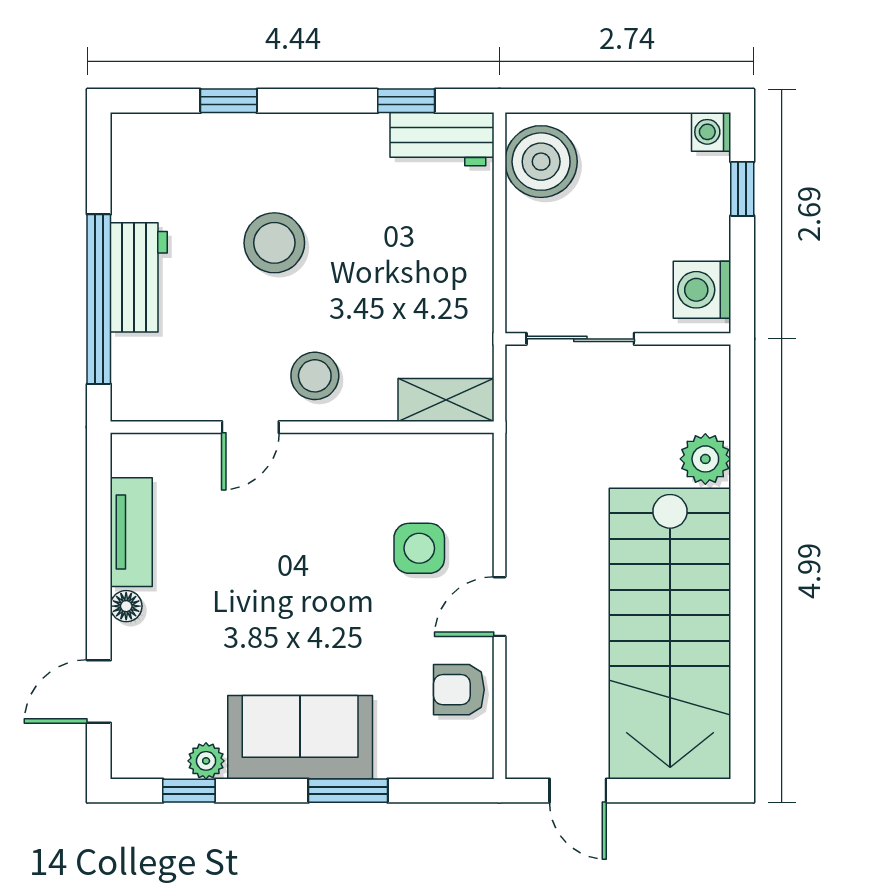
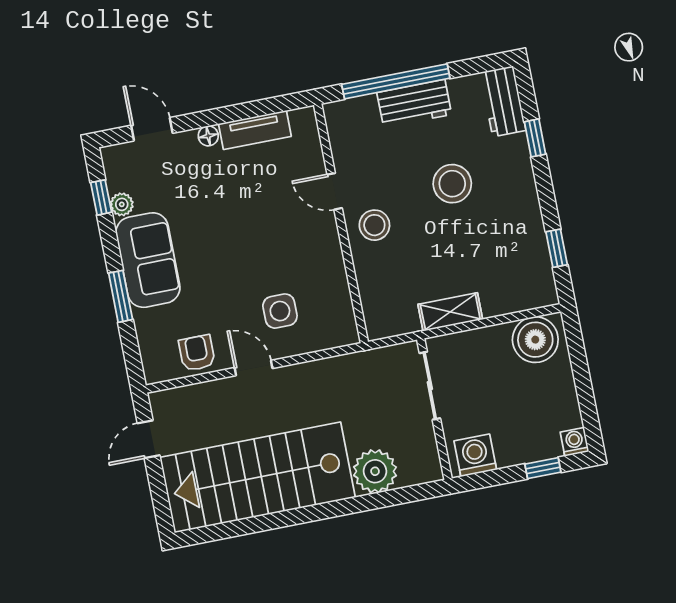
workbench: (442, 139) -> (503, 101), moved
shelving: (446, 400) -> (450, 312), moved, turned 90
plant: (705, 459) -> (375, 471), width x1.36, depth x1.36

